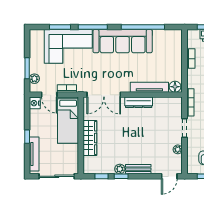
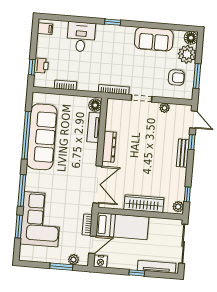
sofa: (123, 41) -> (42, 137), moved
tv unit: (149, 87) -> (94, 127), width x0.71
plant: (120, 169) -> (178, 207), moved
window: (121, 176) -> (192, 142), moved

